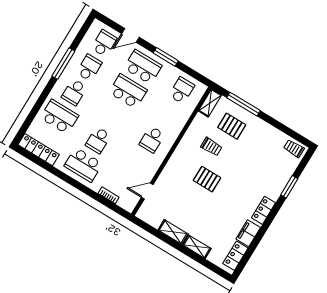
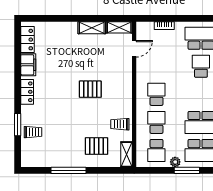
plant: (171, 70) -> (175, 162), added
window: (243, 104) -> (69, 170), moved
school desk: (167, 115) -> (156, 122), added
trolley: (211, 147) -> (120, 124), moved
trolley: (294, 148) -> (33, 132), moved
shelving: (197, 247) -> (119, 27), moved

